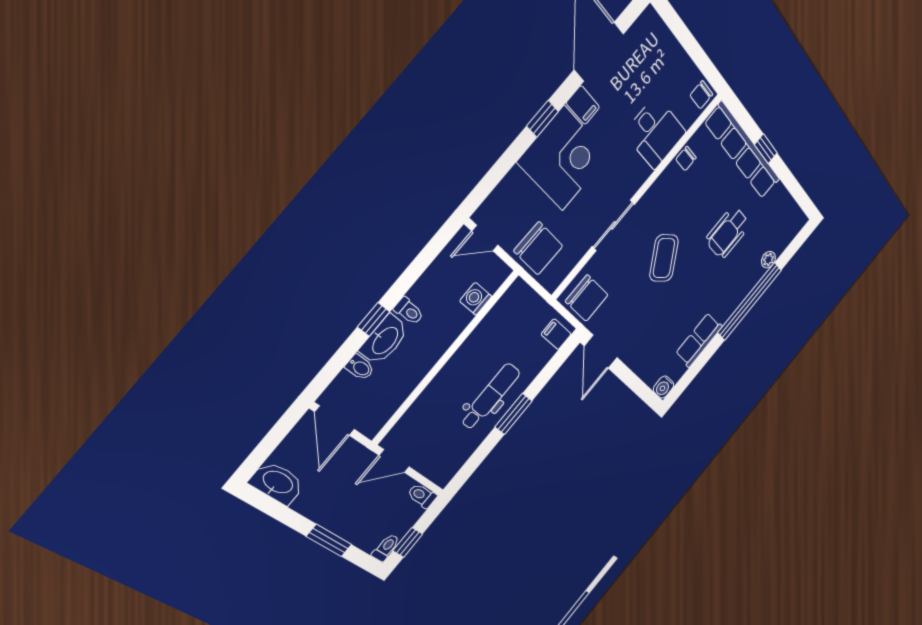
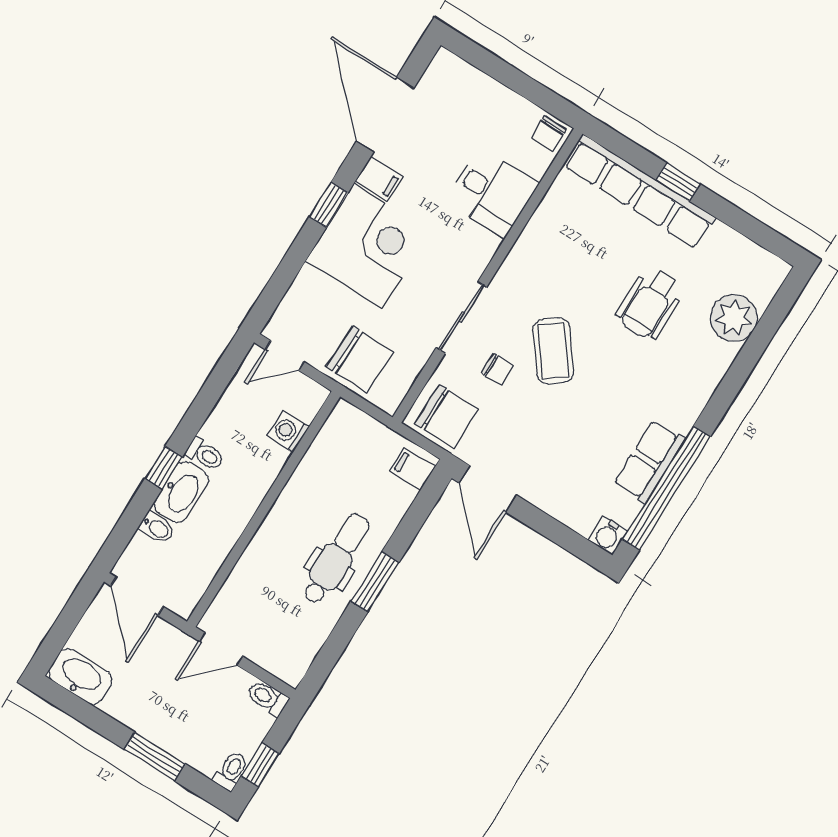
chair: (686, 158) -> (497, 369), moved, turned -90
plant: (768, 260) -> (734, 318), width x1.88, depth x1.88
window: (750, 301) -> (666, 488), moved

